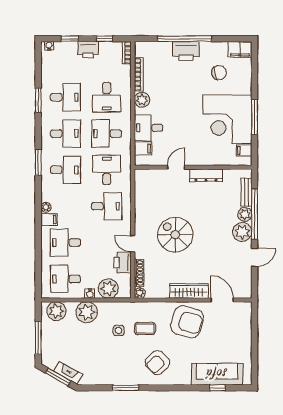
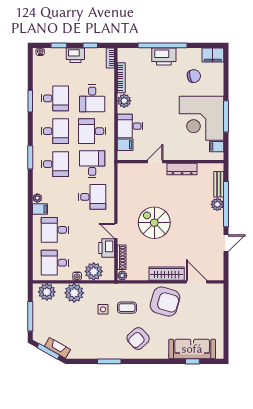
plant: (242, 232) -> (215, 220), removed

